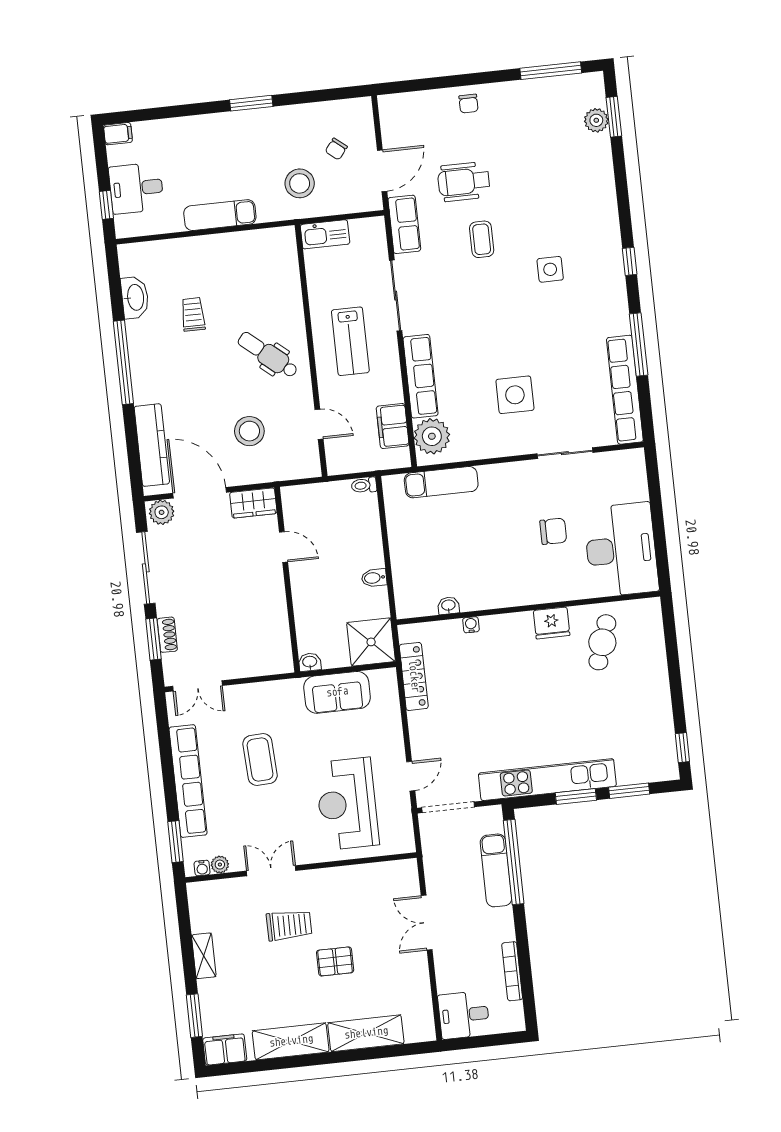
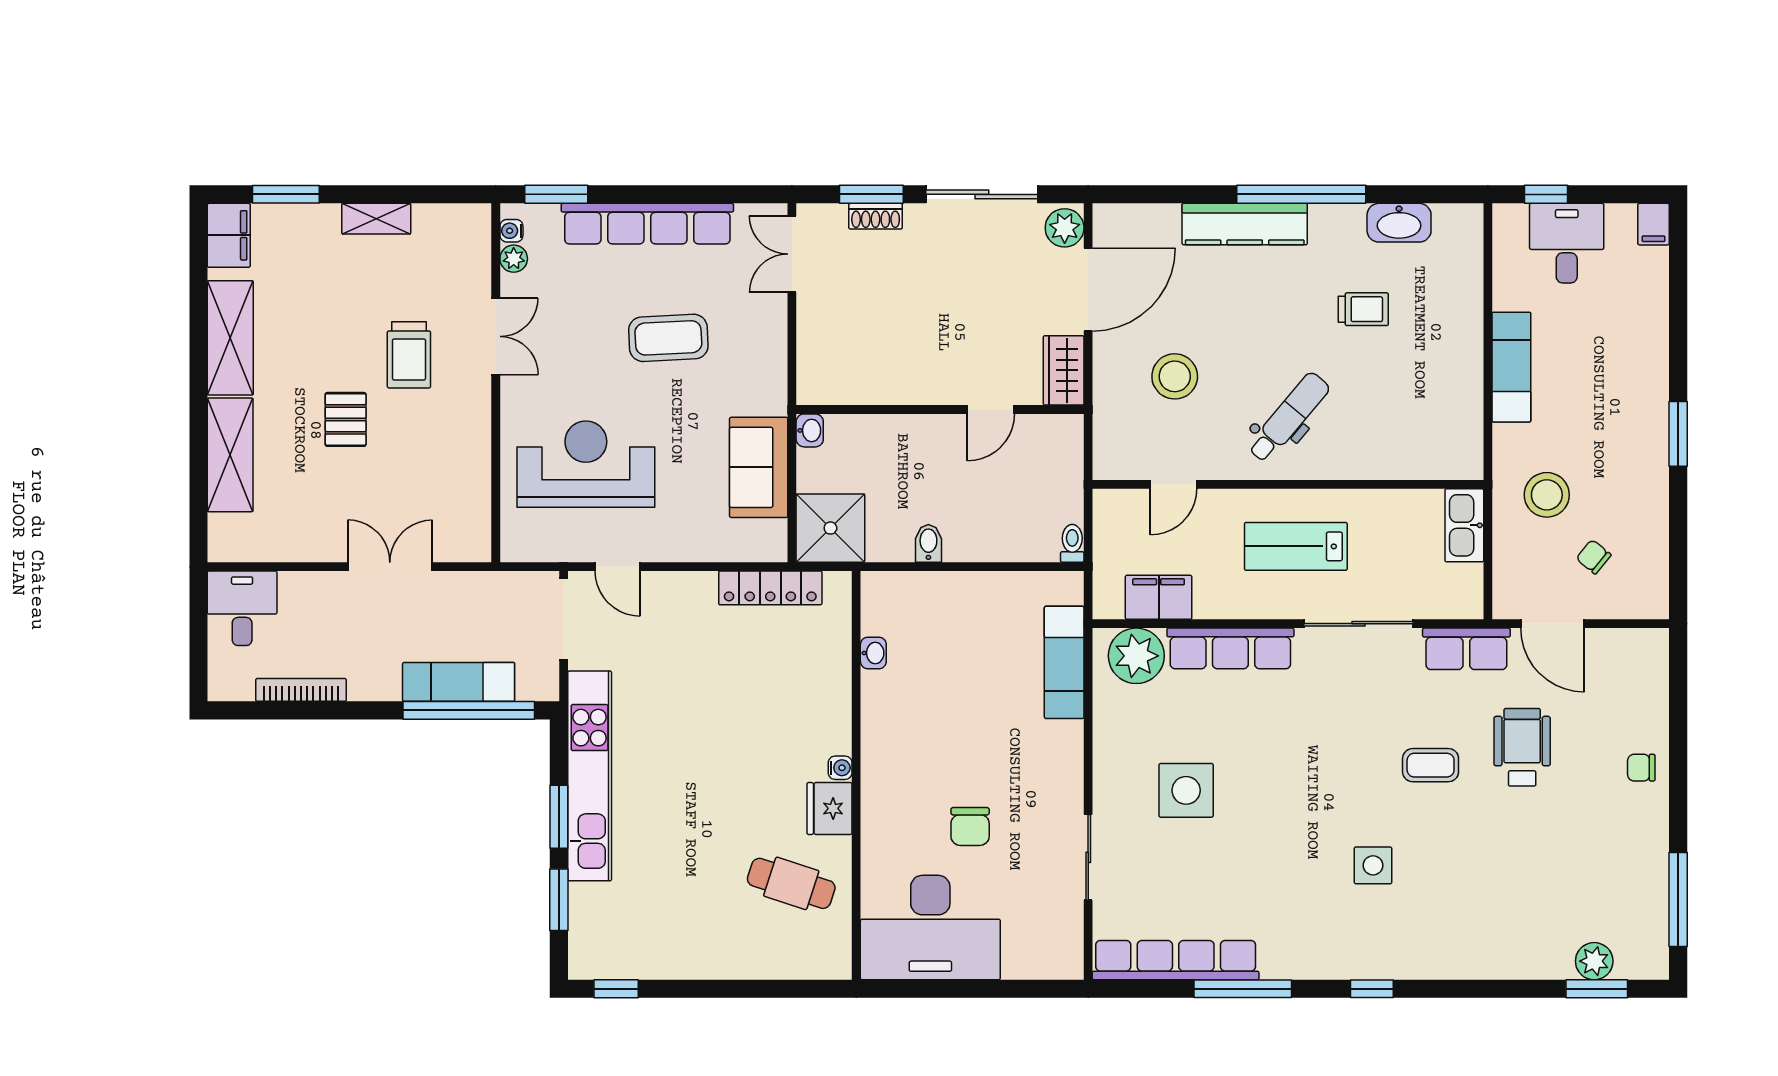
kitchen counter: (152, 445) -> (1245, 224), moved
water cooler: (471, 625) -> (840, 768), moved

